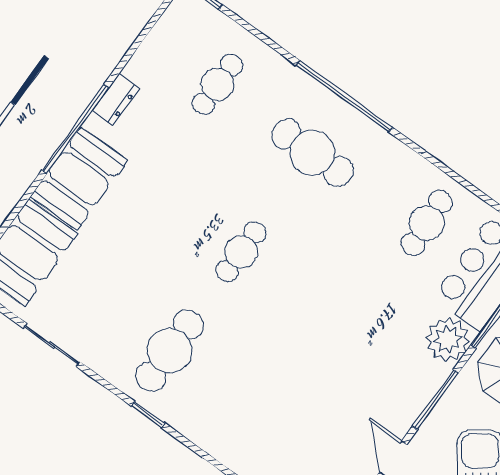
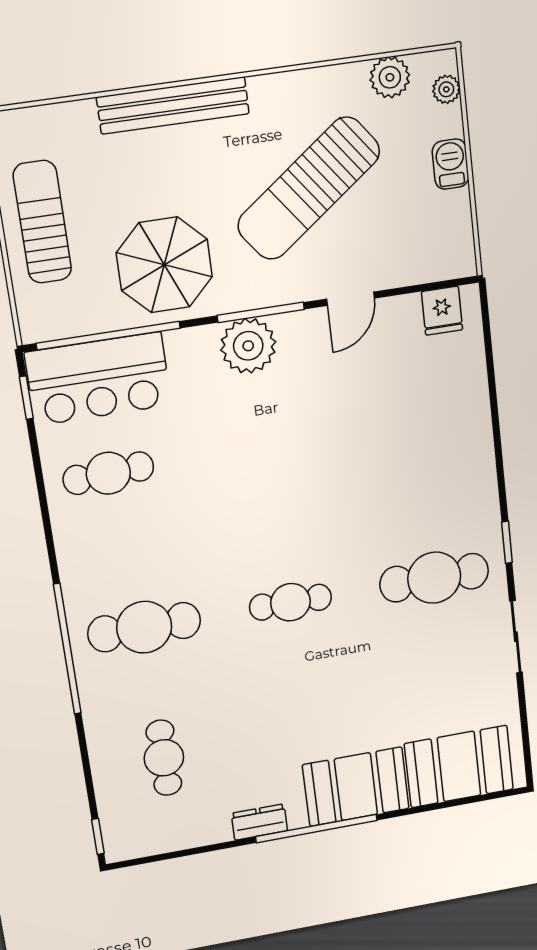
cafe table: (218, 84) -> (164, 758), turned 90
cafe table: (312, 153) -> (144, 627), turned 90
plant: (448, 339) -> (248, 346), moved
sliding door: (52, 345) -> (516, 637), moved

